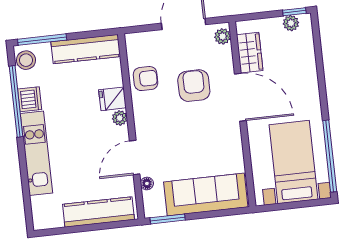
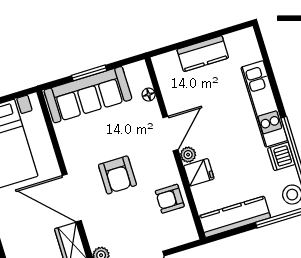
armchair: (194, 86) -> (117, 175), moved
door: (135, 157) -> (170, 134), moved
kitchen counter: (98, 212) -> (203, 54), width x0.67
window: (168, 219) -> (89, 73), moved

